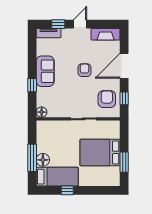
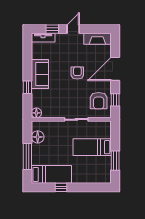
armchair: (107, 99) -> (99, 101), turned 180
bed: (100, 152) -> (92, 147), width x0.67
floor lamp: (43, 160) -> (38, 137), moved

